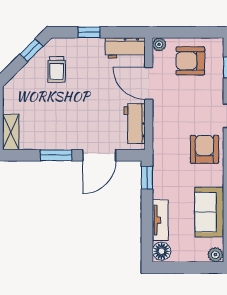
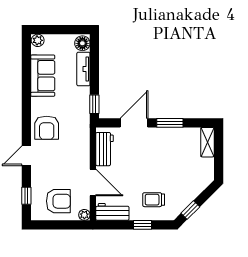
trolley: (57, 70) -> (154, 200), moved, turned -90

